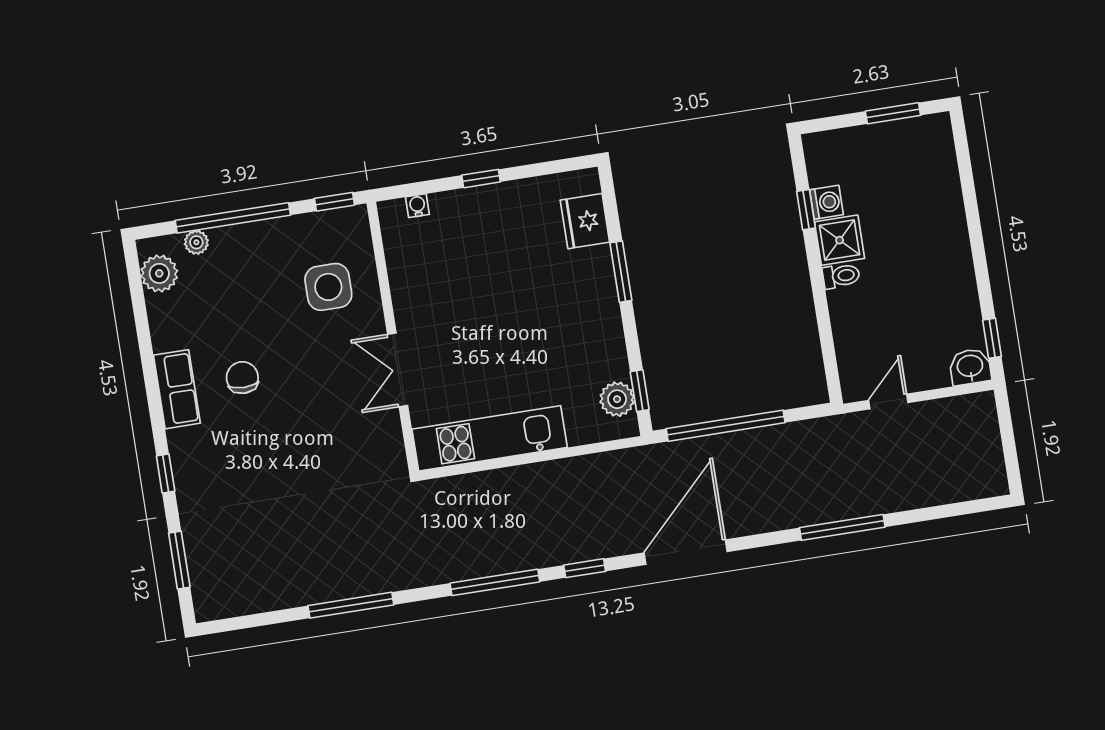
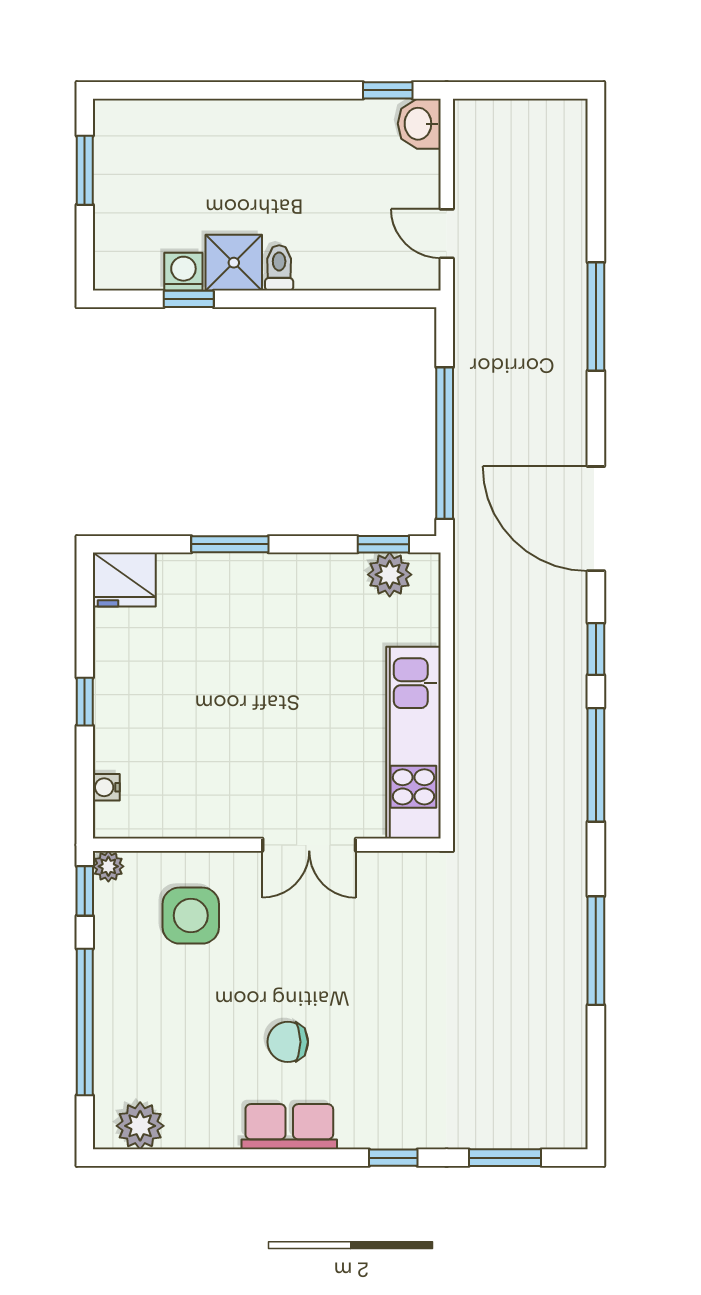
fridge: (585, 221) -> (124, 579), moved
plant: (196, 242) -> (108, 866), moved

